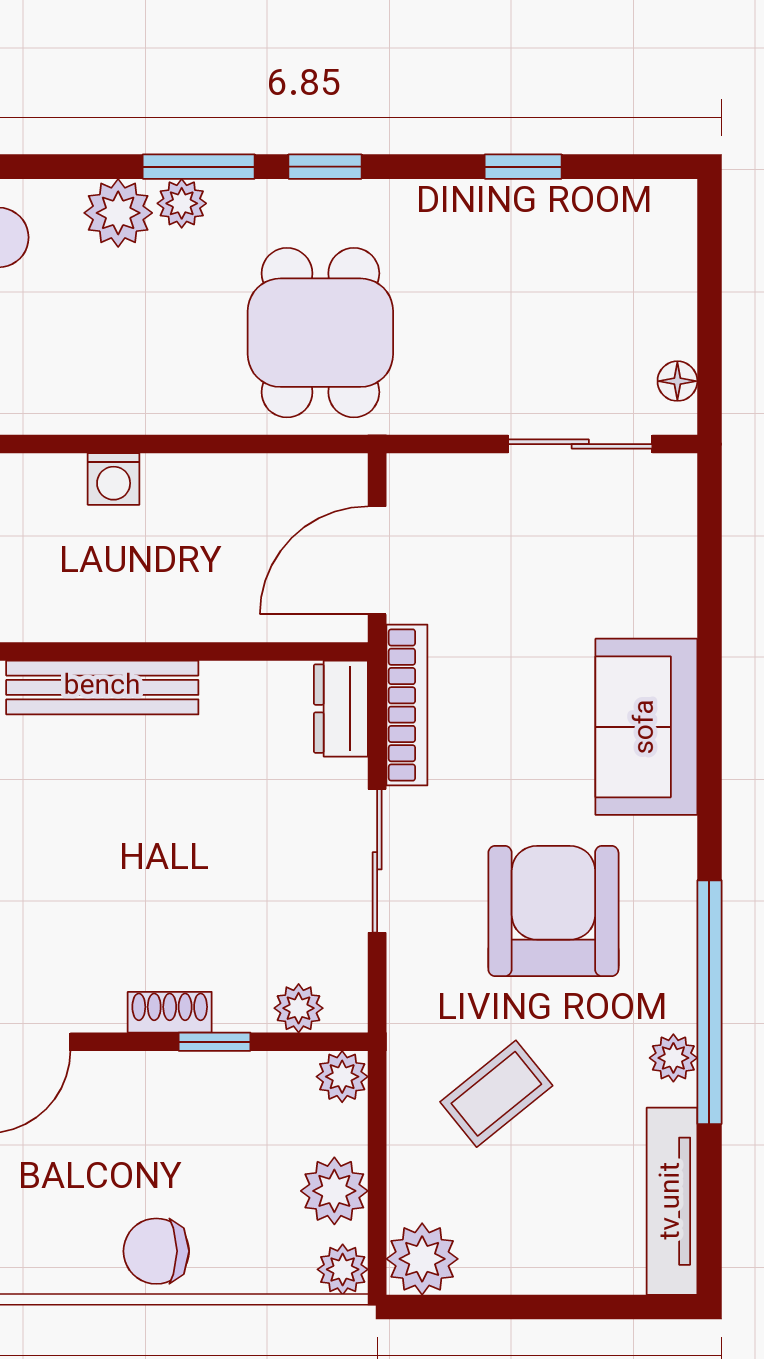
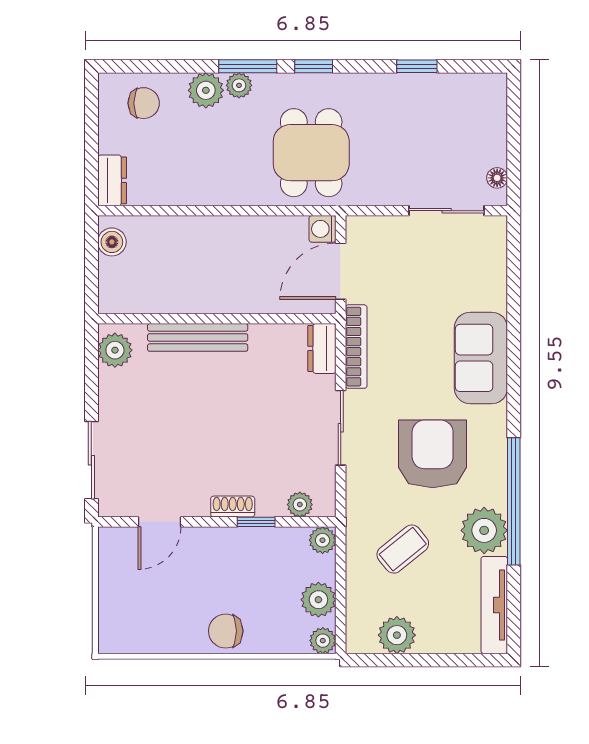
washing machine: (114, 479) -> (323, 229), moved, turned 90
plant: (673, 1058) -> (484, 530), width x1.88, depth x1.88
plant: (422, 1259) -> (397, 635), moved

